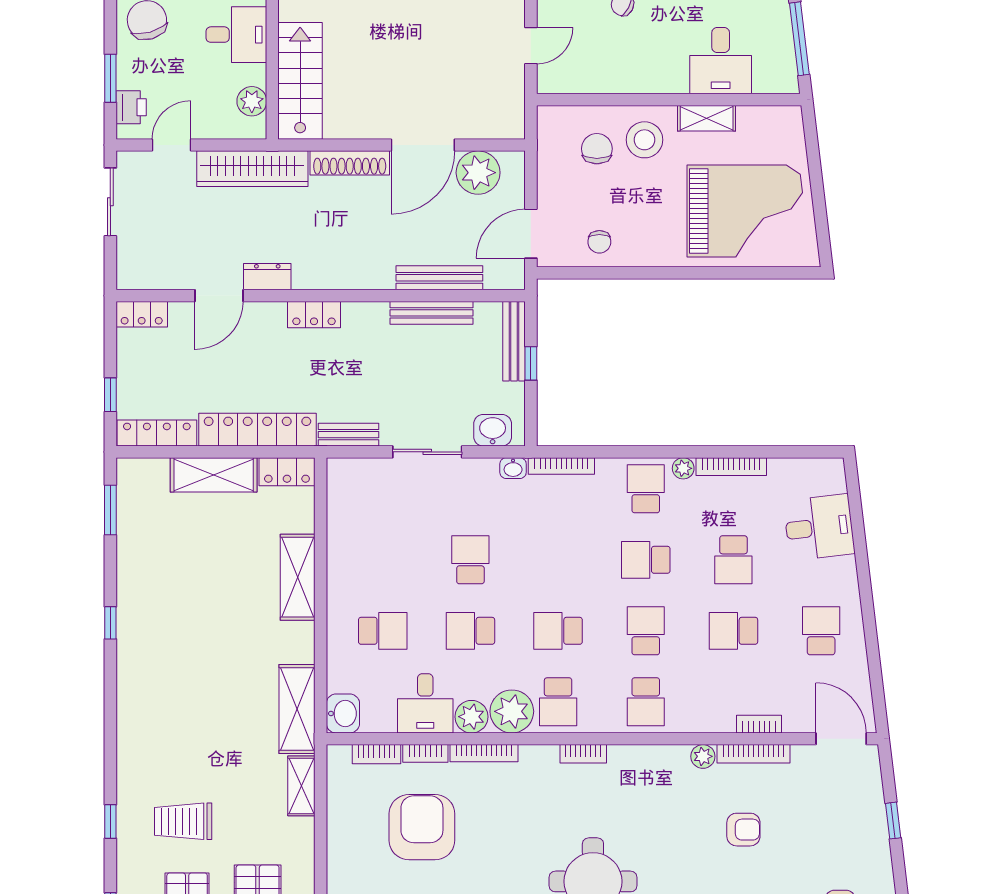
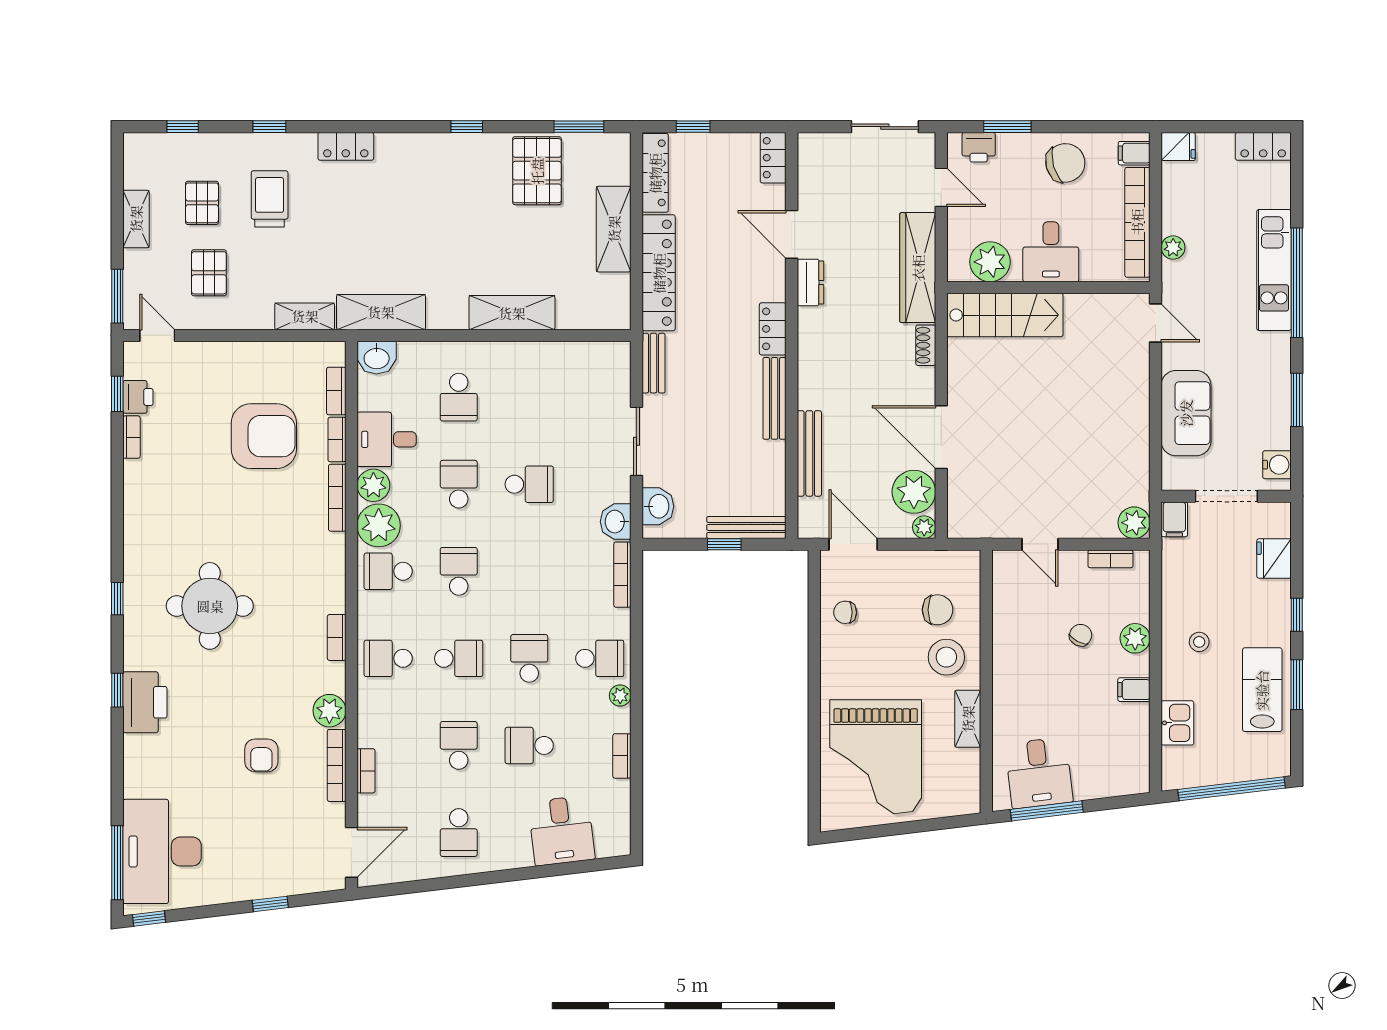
desk: (721, 61) -> (1039, 773), moved, turned -97
plant: (252, 101) -> (990, 262), width x1.36, depth x1.36
plant: (514, 162) -> (924, 527), added
shoe rack: (350, 163) -> (926, 345), width x0.51, depth x0.81
bench: (431, 313) -> (774, 398), moved
bookcase: (731, 467) -> (622, 756), width x0.64
washbasin: (513, 468) -> (616, 522), width x1.38, depth x1.45
locker: (287, 472) -> (346, 146), moved, turned -90
pallet: (155, 552) -> (537, 171), added
school desk: (821, 631) -> (459, 833), turned 90
bookcase: (583, 754) -> (337, 637), moved
plant: (703, 756) -> (329, 711), width x1.38, depth x1.38

